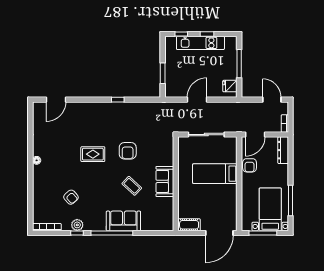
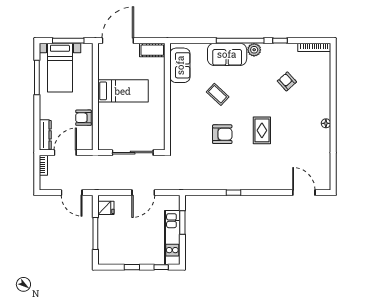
kitchen unit: (200, 43) -> (172, 238), moved, turned -90
door: (56, 100) -> (304, 193), hinge flipped
door: (272, 100) -> (72, 193), moved
door: (255, 135) -> (65, 153), moved
armchair: (128, 151) -> (222, 134), turned 90
rug: (93, 154) -> (262, 130), turned 90
armchair: (250, 165) -> (83, 118), turned -90
bed: (215, 174) -> (123, 91), moved
sofa: (165, 181) -> (180, 65), moved
plant: (77, 225) -> (254, 50), moved

